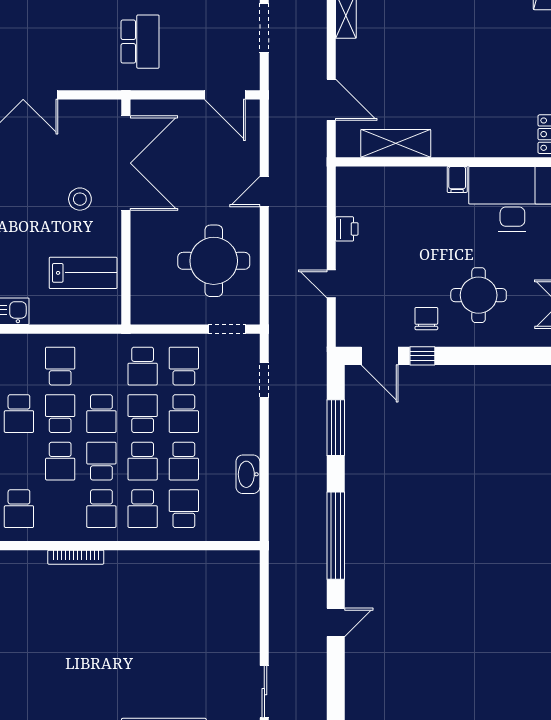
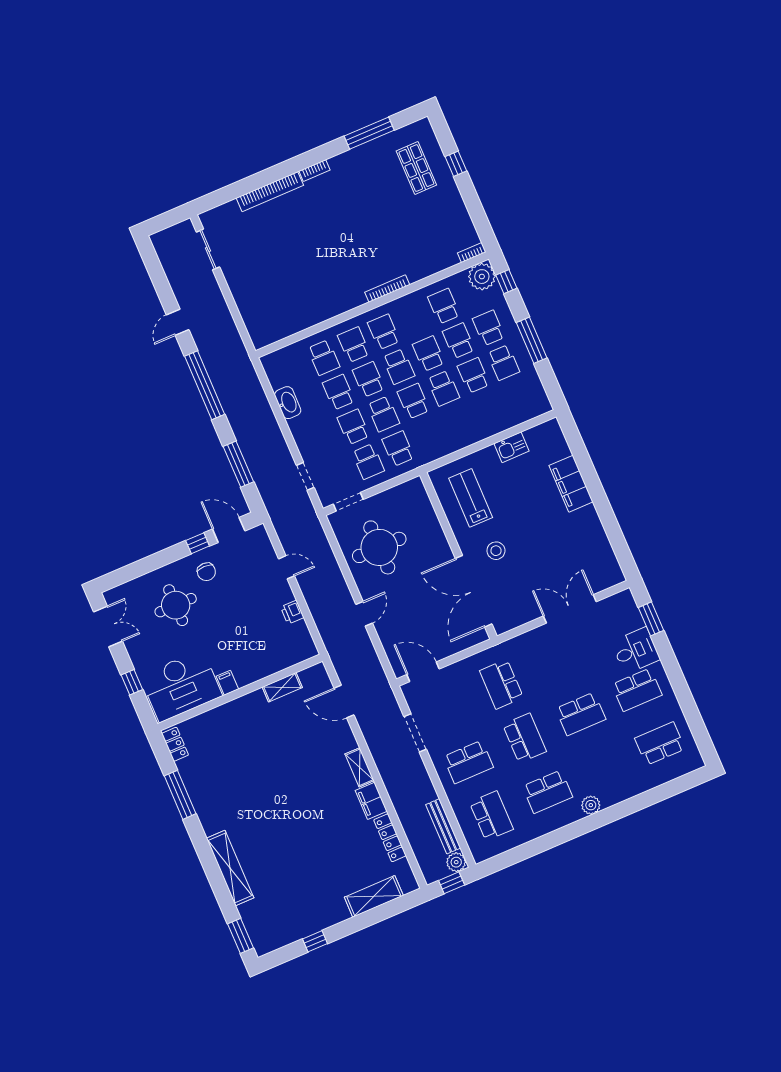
shelving: (396, 143) -> (282, 687), width x0.67, depth x0.75
lab bench: (83, 273) -> (471, 498), turned 90
school desk: (60, 366) -> (459, 341), moved, turned 180

